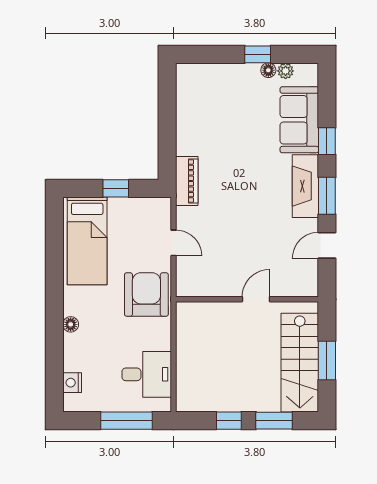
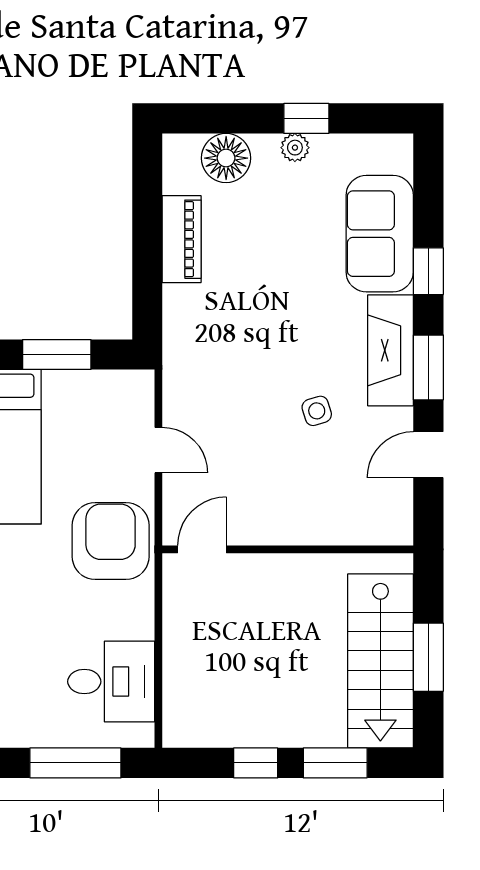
floor lamp: (268, 70) -> (226, 158), moved, width x1.89, depth x1.89
plant: (286, 71) -> (295, 148), moved
piano: (187, 181) -> (182, 239), moved
window: (116, 188) -> (57, 355), width x1.50
side table: (264, 221) -> (317, 411), added
door: (256, 299) -> (202, 549), moved

